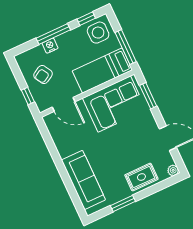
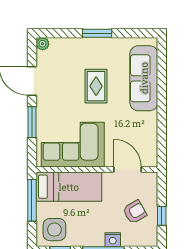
window: (28, 96) -> (162, 216), moved
window: (148, 96) -> (32, 122), moved
rug: (141, 177) -> (96, 86), moved, turned 90
window: (123, 203) -> (97, 33), moved

